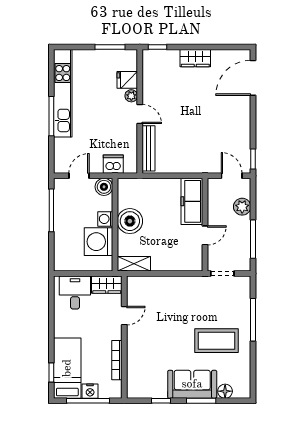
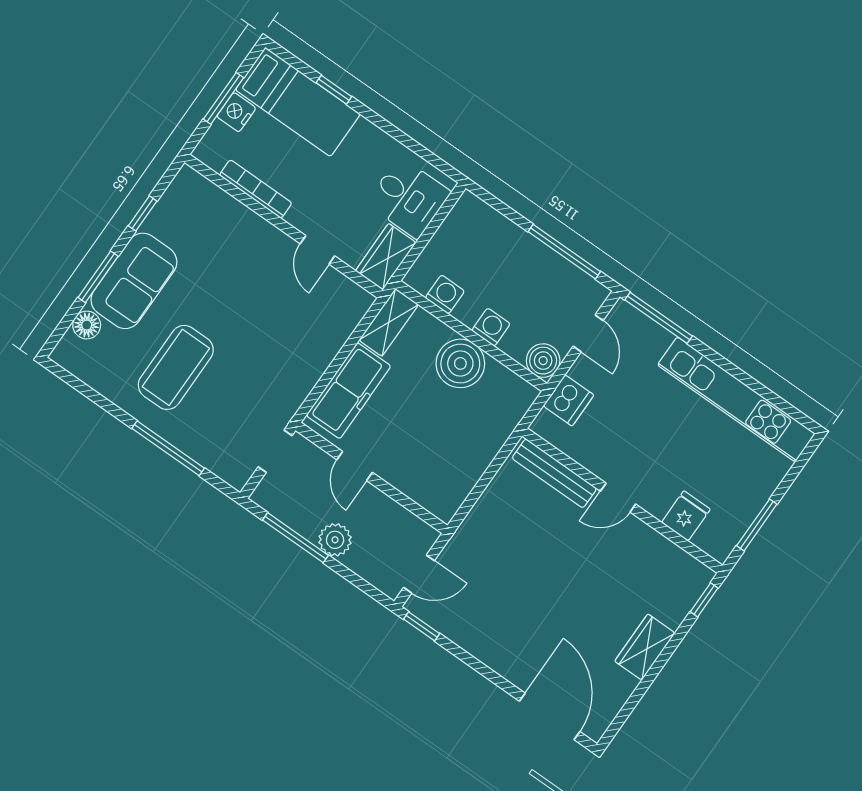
plant: (131, 96) -> (656, 504), removed
window: (51, 116) -> (659, 318), moved
freezer: (192, 201) -> (349, 391), moved, turned 90
plant: (242, 207) -> (335, 540), moved
washing machine: (99, 242) -> (445, 294), width x0.53, depth x0.53
window: (51, 373) -> (334, 90), moved
window: (88, 401) -> (223, 98), width x0.69

